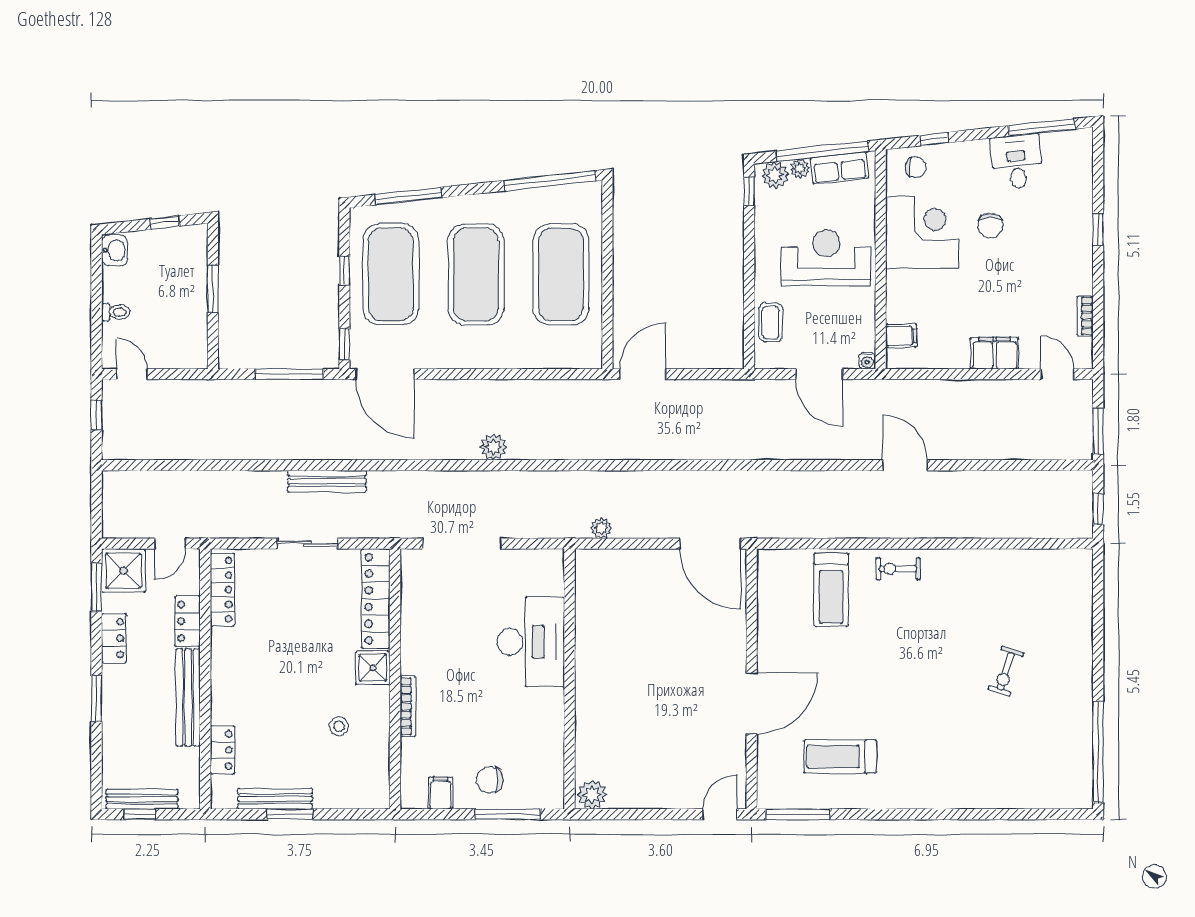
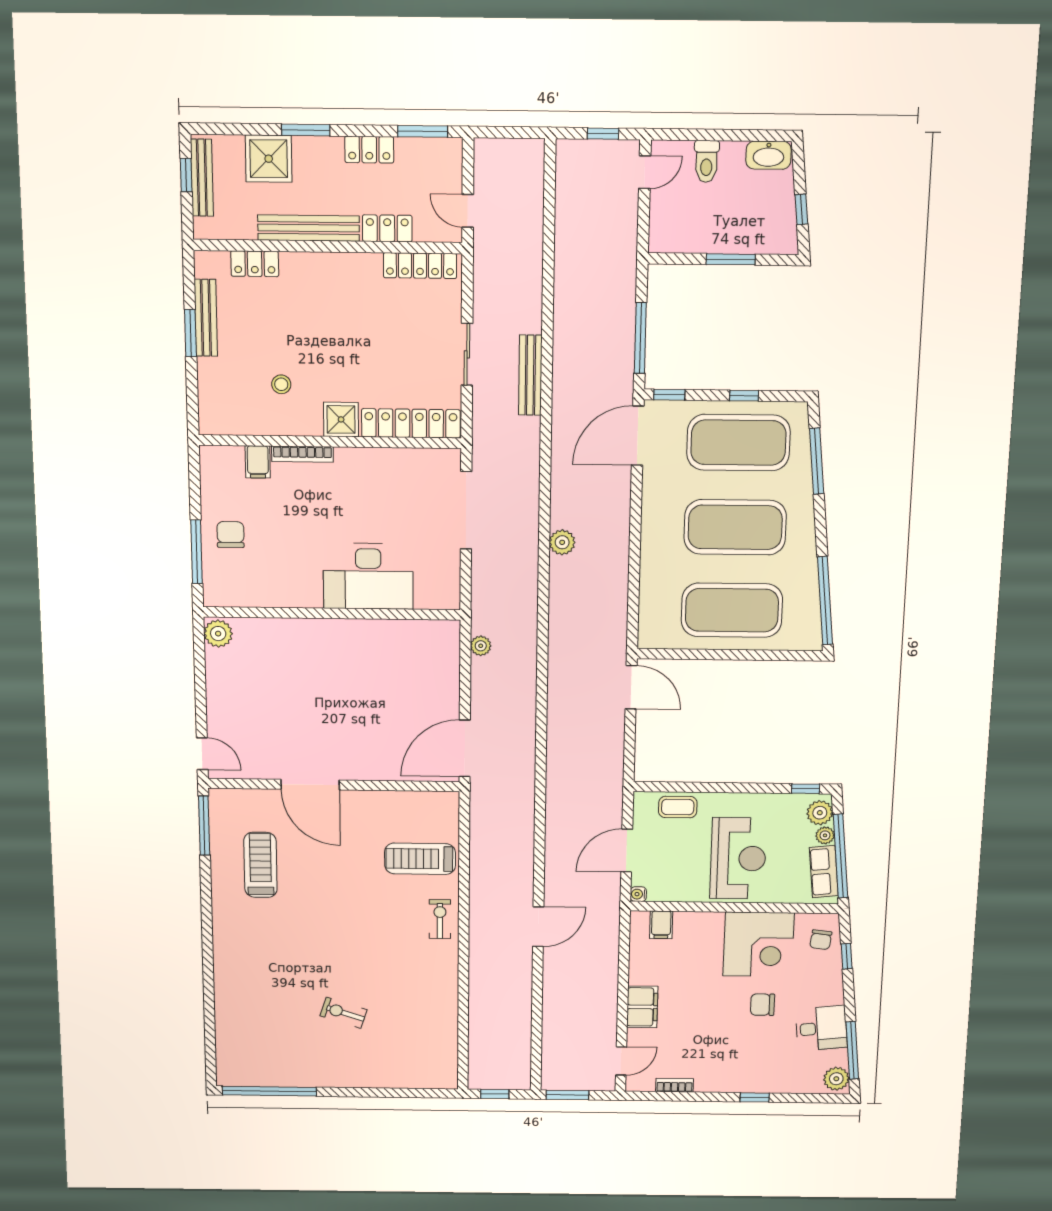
plant: (1075, 143) -> (836, 1079), added
washbasin: (115, 250) -> (768, 155), width x1.38
toilet: (116, 312) -> (706, 161), width x1.37, depth x1.39
shower: (124, 571) -> (269, 159), moved
filing cabinet: (441, 793) -> (258, 462), moved, turned 90

